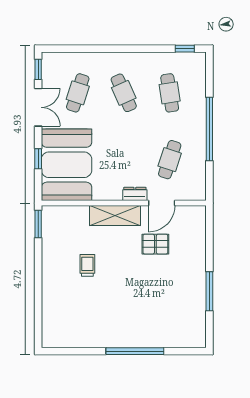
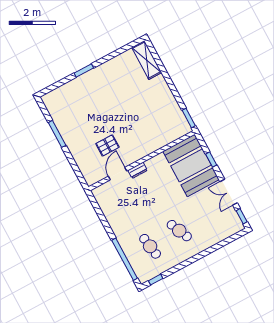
cafe table: (78, 93) -> (208, 215), removed
window: (209, 129) -> (125, 259), moved
cafe table: (170, 160) -> (127, 204), removed
shelving: (115, 216) -> (147, 60), moved, turned 90
trolley: (87, 265) -> (143, 109), removed
window: (135, 351) -> (84, 70), width x0.47

